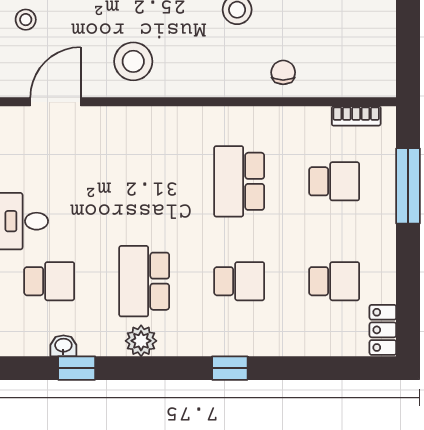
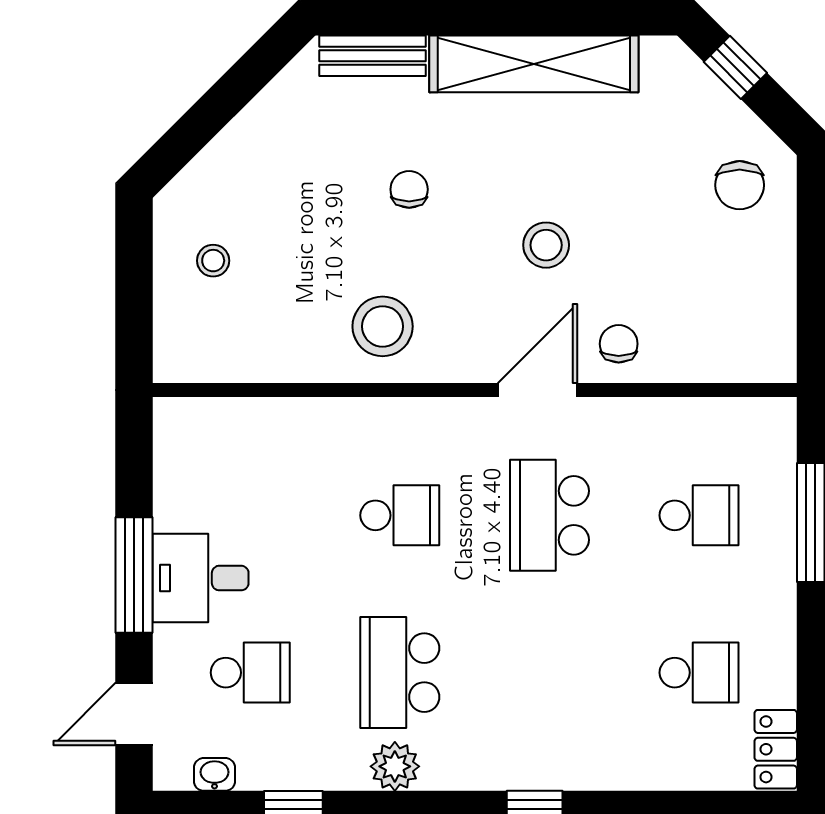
door: (55, 102) -> (538, 390), moved
bookcase: (356, 116) -> (734, 412), removed
school desk: (239, 281) -> (400, 515), moved
washbasin: (63, 346) -> (215, 774), moved

